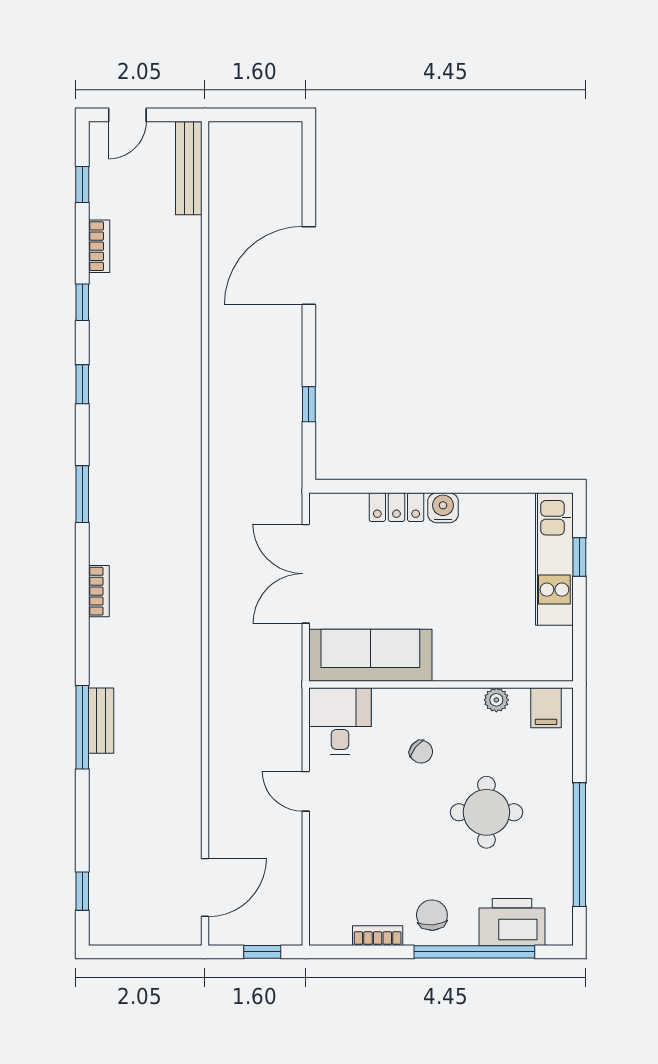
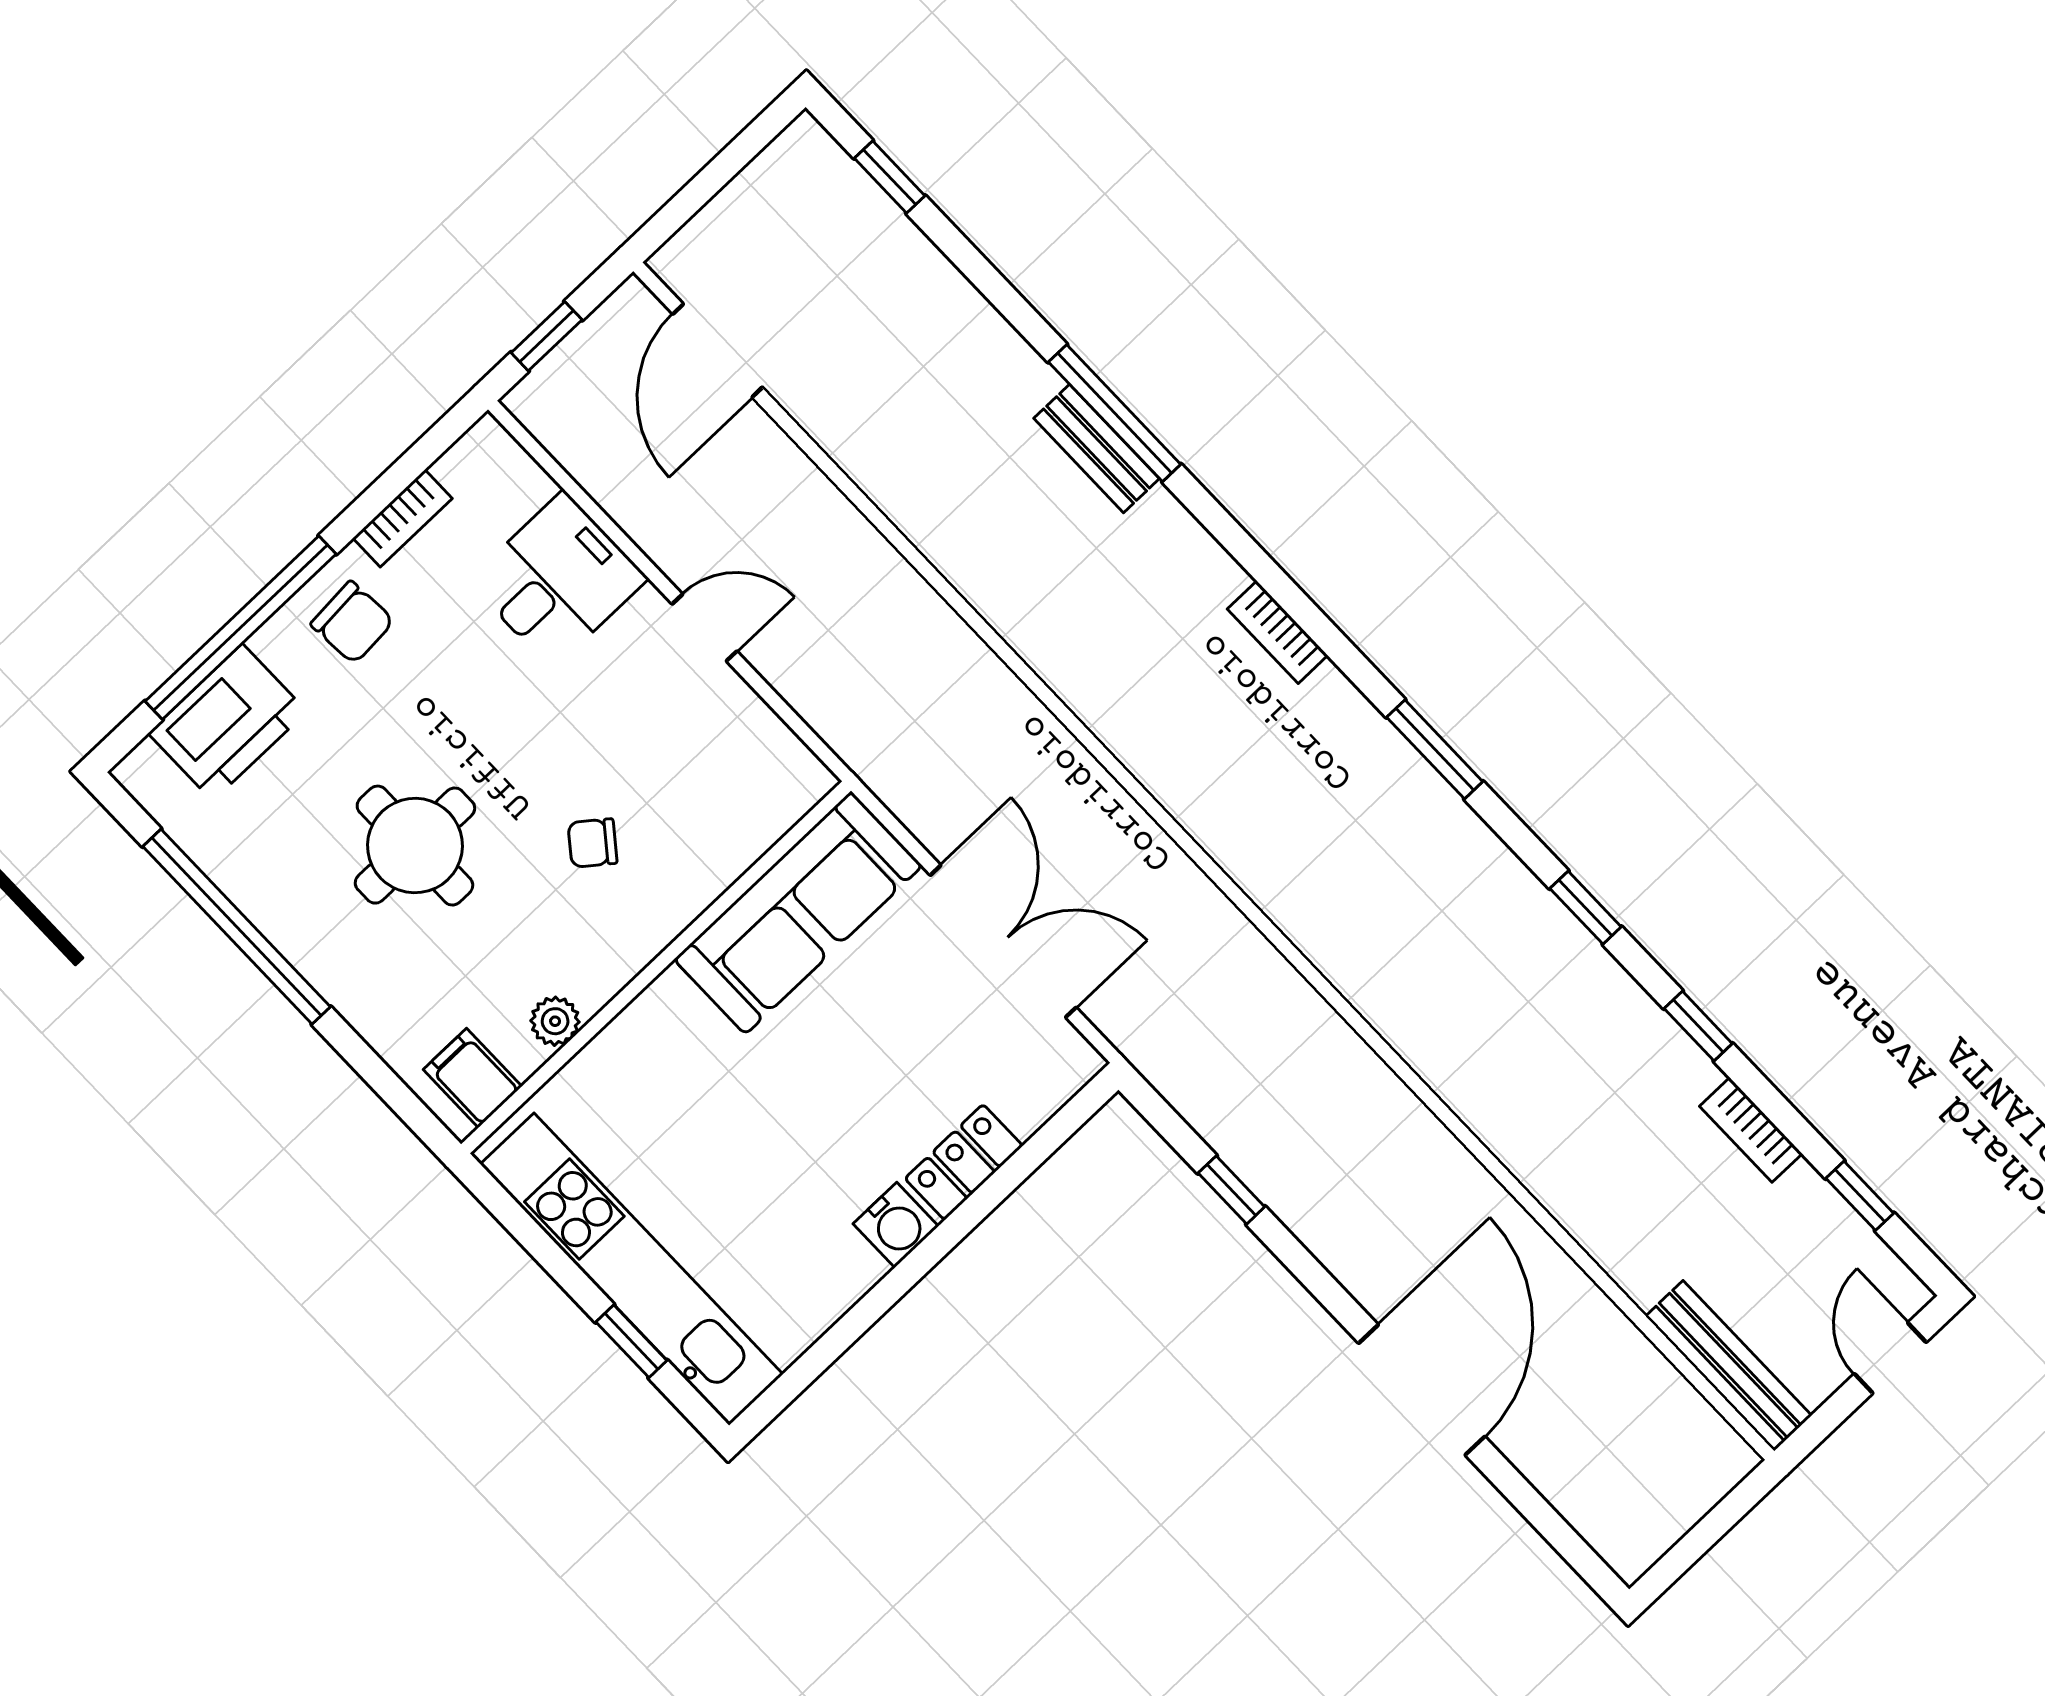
kitchen unit: (554, 559) -> (632, 1269), width x1.36
desk: (340, 721) -> (558, 580), moved, turned -90

